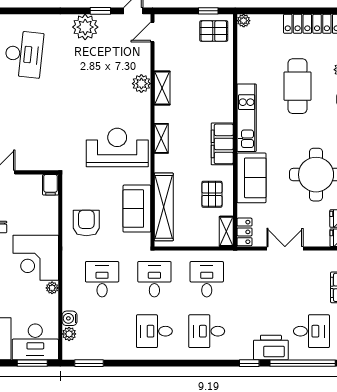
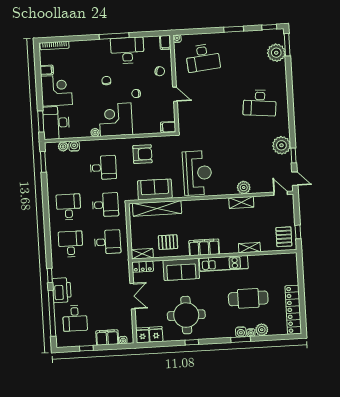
plant: (244, 21) -> (292, 257), removed
shelving: (161, 138) -> (249, 248), moved

